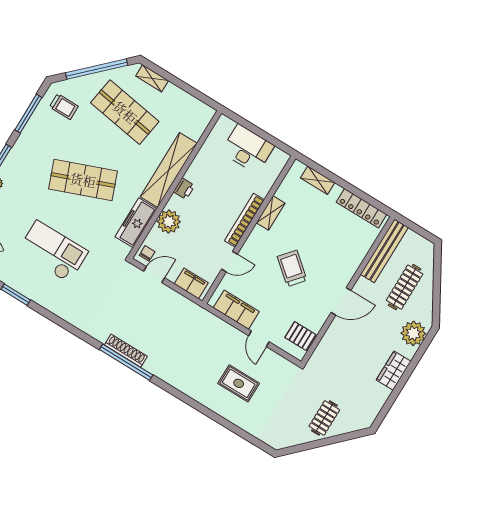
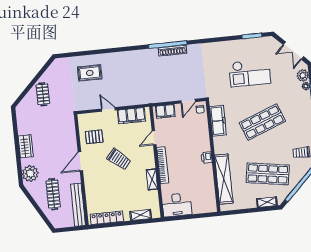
desk: (248, 149) -> (177, 205), moved
shelving: (169, 170) -> (224, 179), moved
plant: (169, 222) -> (201, 134), removed
pallet: (300, 336) -> (94, 137), moved
rug: (239, 383) -> (90, 73), moved

